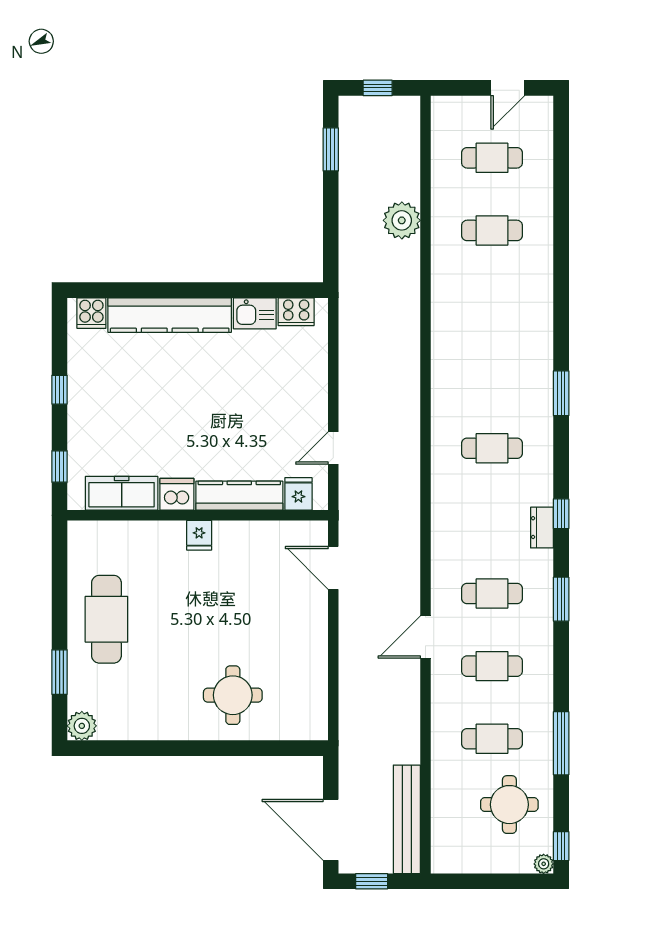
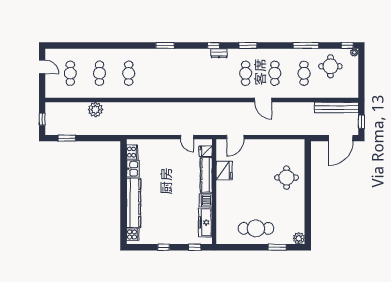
cafe table: (492, 448) -> (129, 73), moved
fridge: (199, 535) -> (224, 170), moved, width x1.88, depth x1.34

